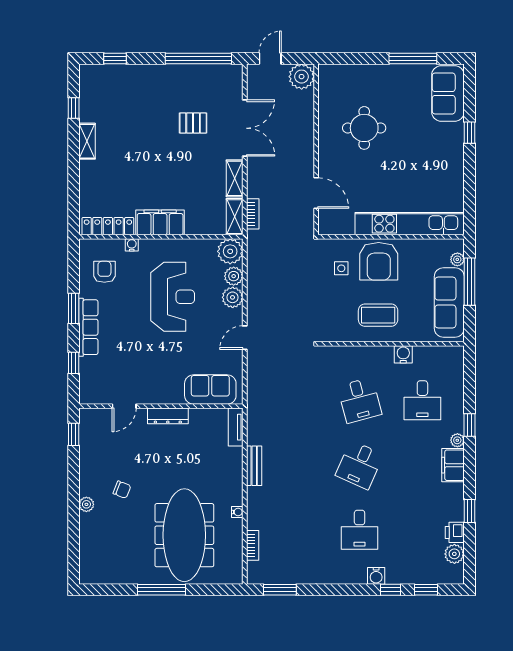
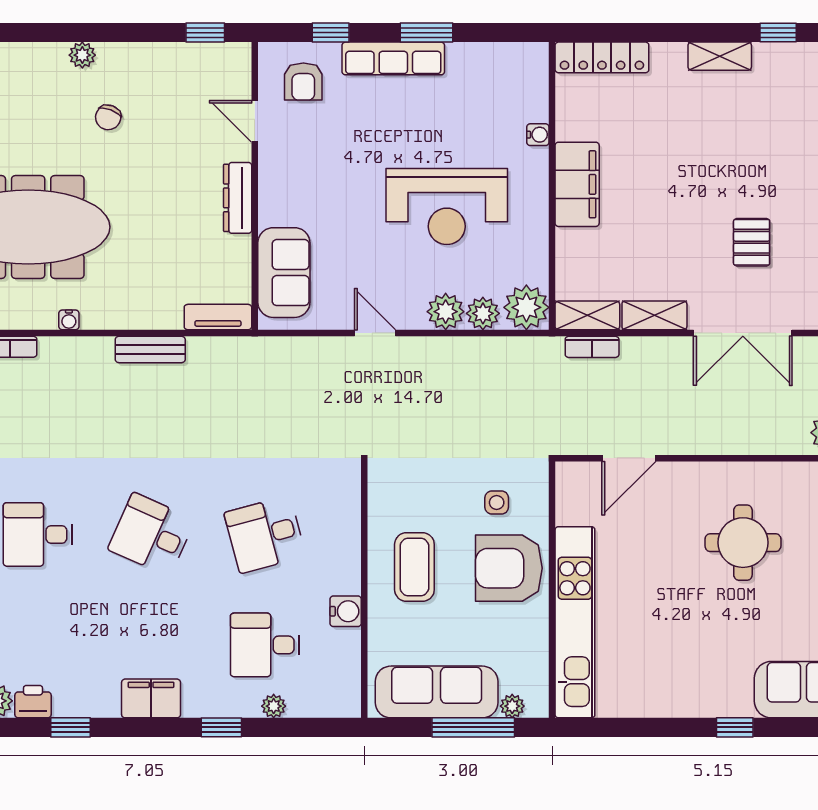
locker: (108, 226) -> (602, 57), moved, turned 90
armchair: (104, 272) -> (303, 82), moved, turned 90
plant: (457, 440) -> (274, 706), moved

